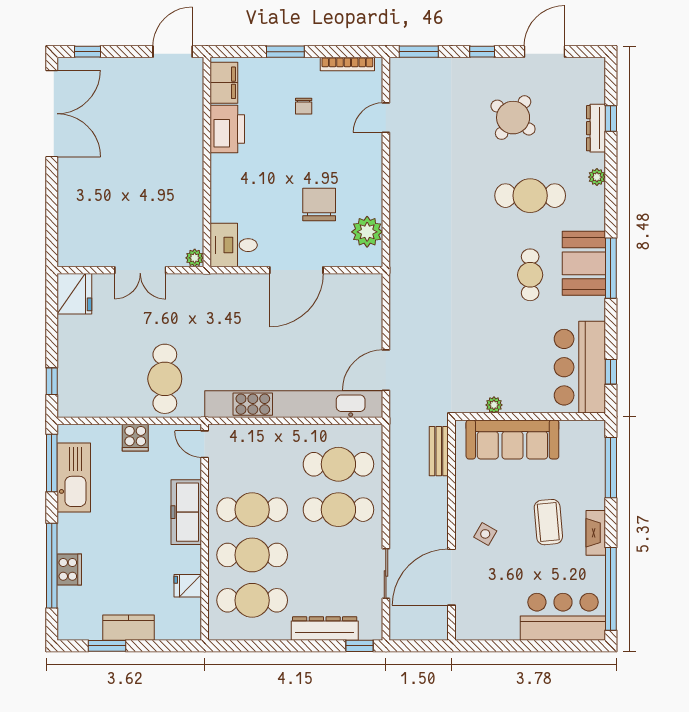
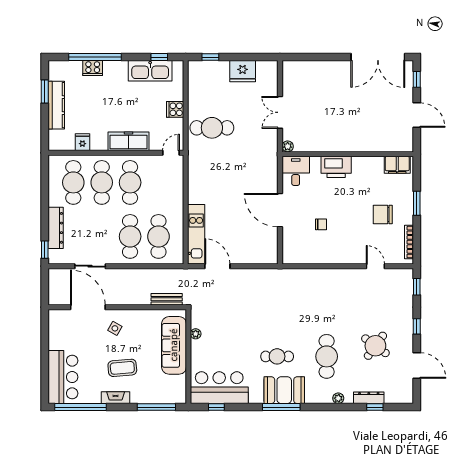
door: (173, 52) -> (417, 115), moved
window: (419, 52) -> (417, 287), width x0.67
chair: (304, 106) -> (383, 215), width x1.87, depth x1.87
printer: (227, 129) -> (336, 167), moved
chair: (319, 205) -> (321, 224), width x0.54, depth x0.54
plant: (367, 232) -> (304, 254), removed
fridge: (74, 294) -> (243, 71), moved
kitchen unit: (294, 404) -> (196, 234), width x0.54
window: (52, 463) -> (159, 57), width x0.46
kitchen counter: (128, 628) -> (56, 105), width x1.50

